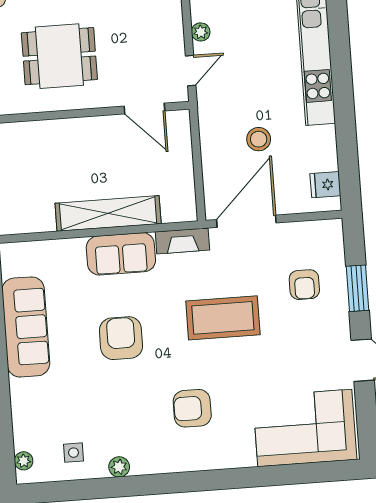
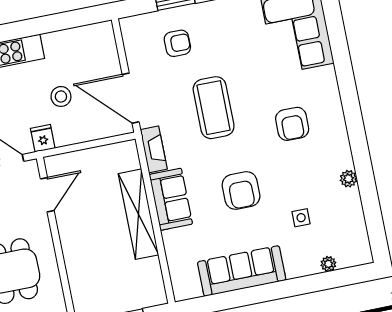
fridge: (325, 185) -> (43, 138), moved, turned 180
armchair: (121, 338) -> (241, 190), turned -90
side table: (73, 453) -> (301, 218), moved
plant: (24, 461) -> (328, 264), moved

